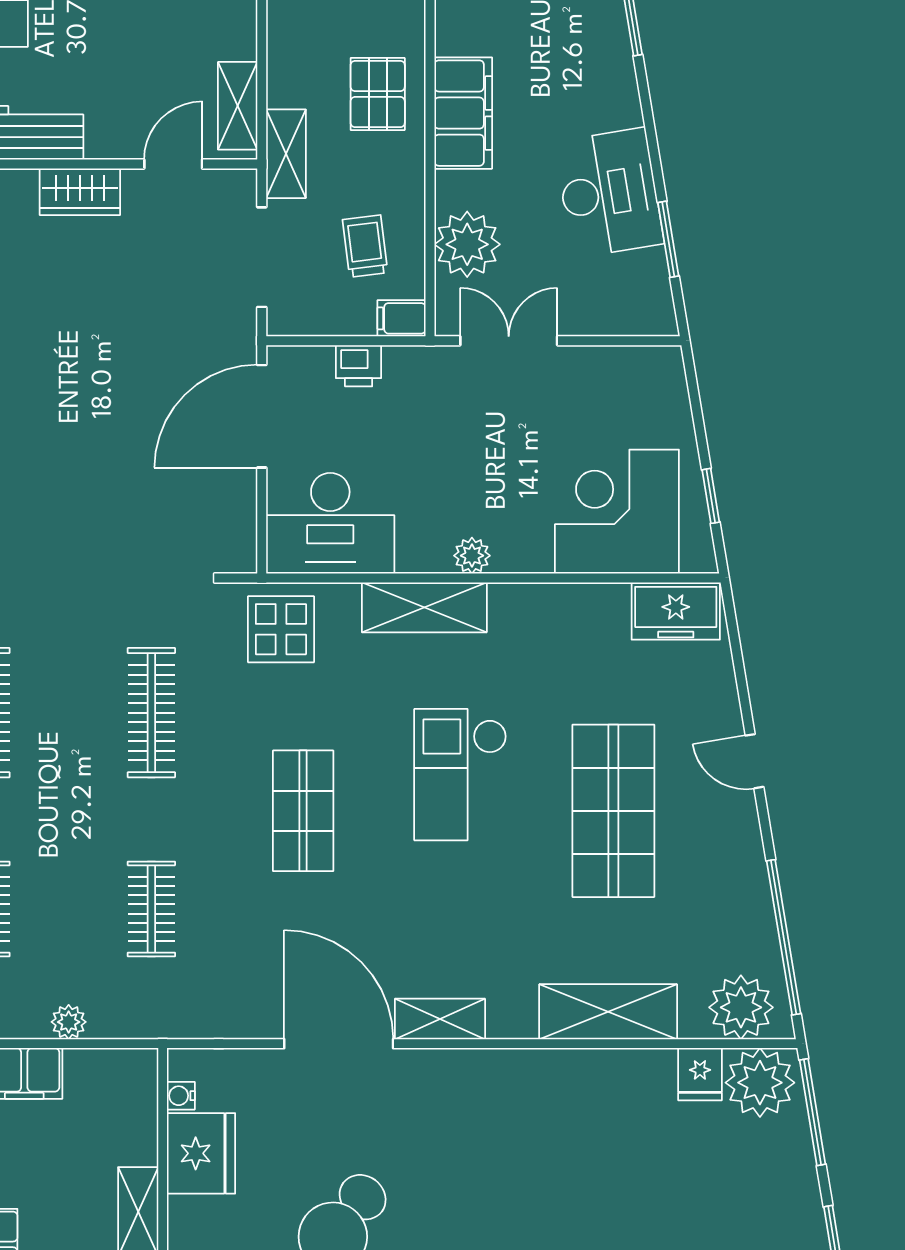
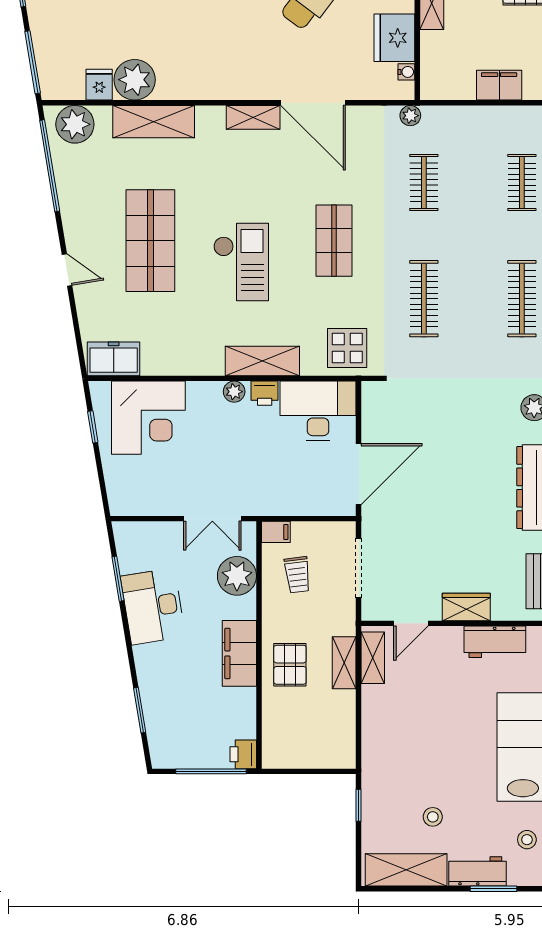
shelving: (286, 154) -> (344, 663), moved
printer: (359, 366) -> (265, 393), moved, turned 180
plant: (69, 1022) -> (410, 116), moved
plant: (760, 1083) -> (135, 80), moved

